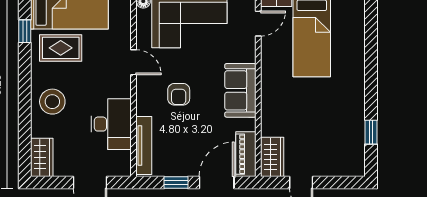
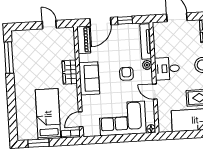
plant: (144, 107) -> (147, 65), added
desk: (111, 124) -> (167, 69), moved, width x0.73
window: (371, 132) -> (9, 58), width x2.17
wardrobe: (272, 157) -> (70, 72), moved

